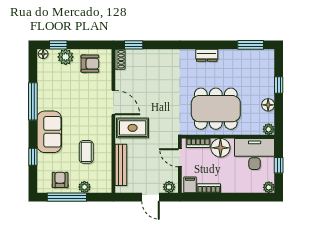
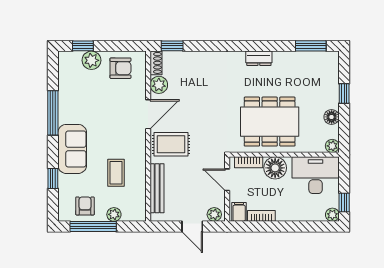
floor lamp: (43, 54) -> (65, 57), removed
plant: (122, 78) -> (159, 85), added
door: (113, 103) -> (148, 114), hinge flipped
window: (279, 165) -> (344, 202), moved

